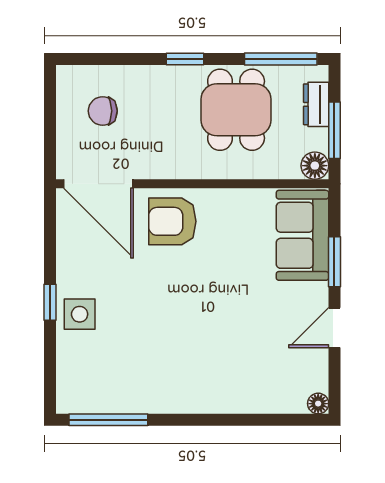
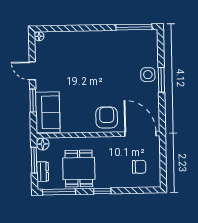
armchair: (172, 221) -> (107, 117), turned -90
window: (50, 302) -> (161, 80), width x1.50
door: (334, 328) -> (32, 71), swing flipped

